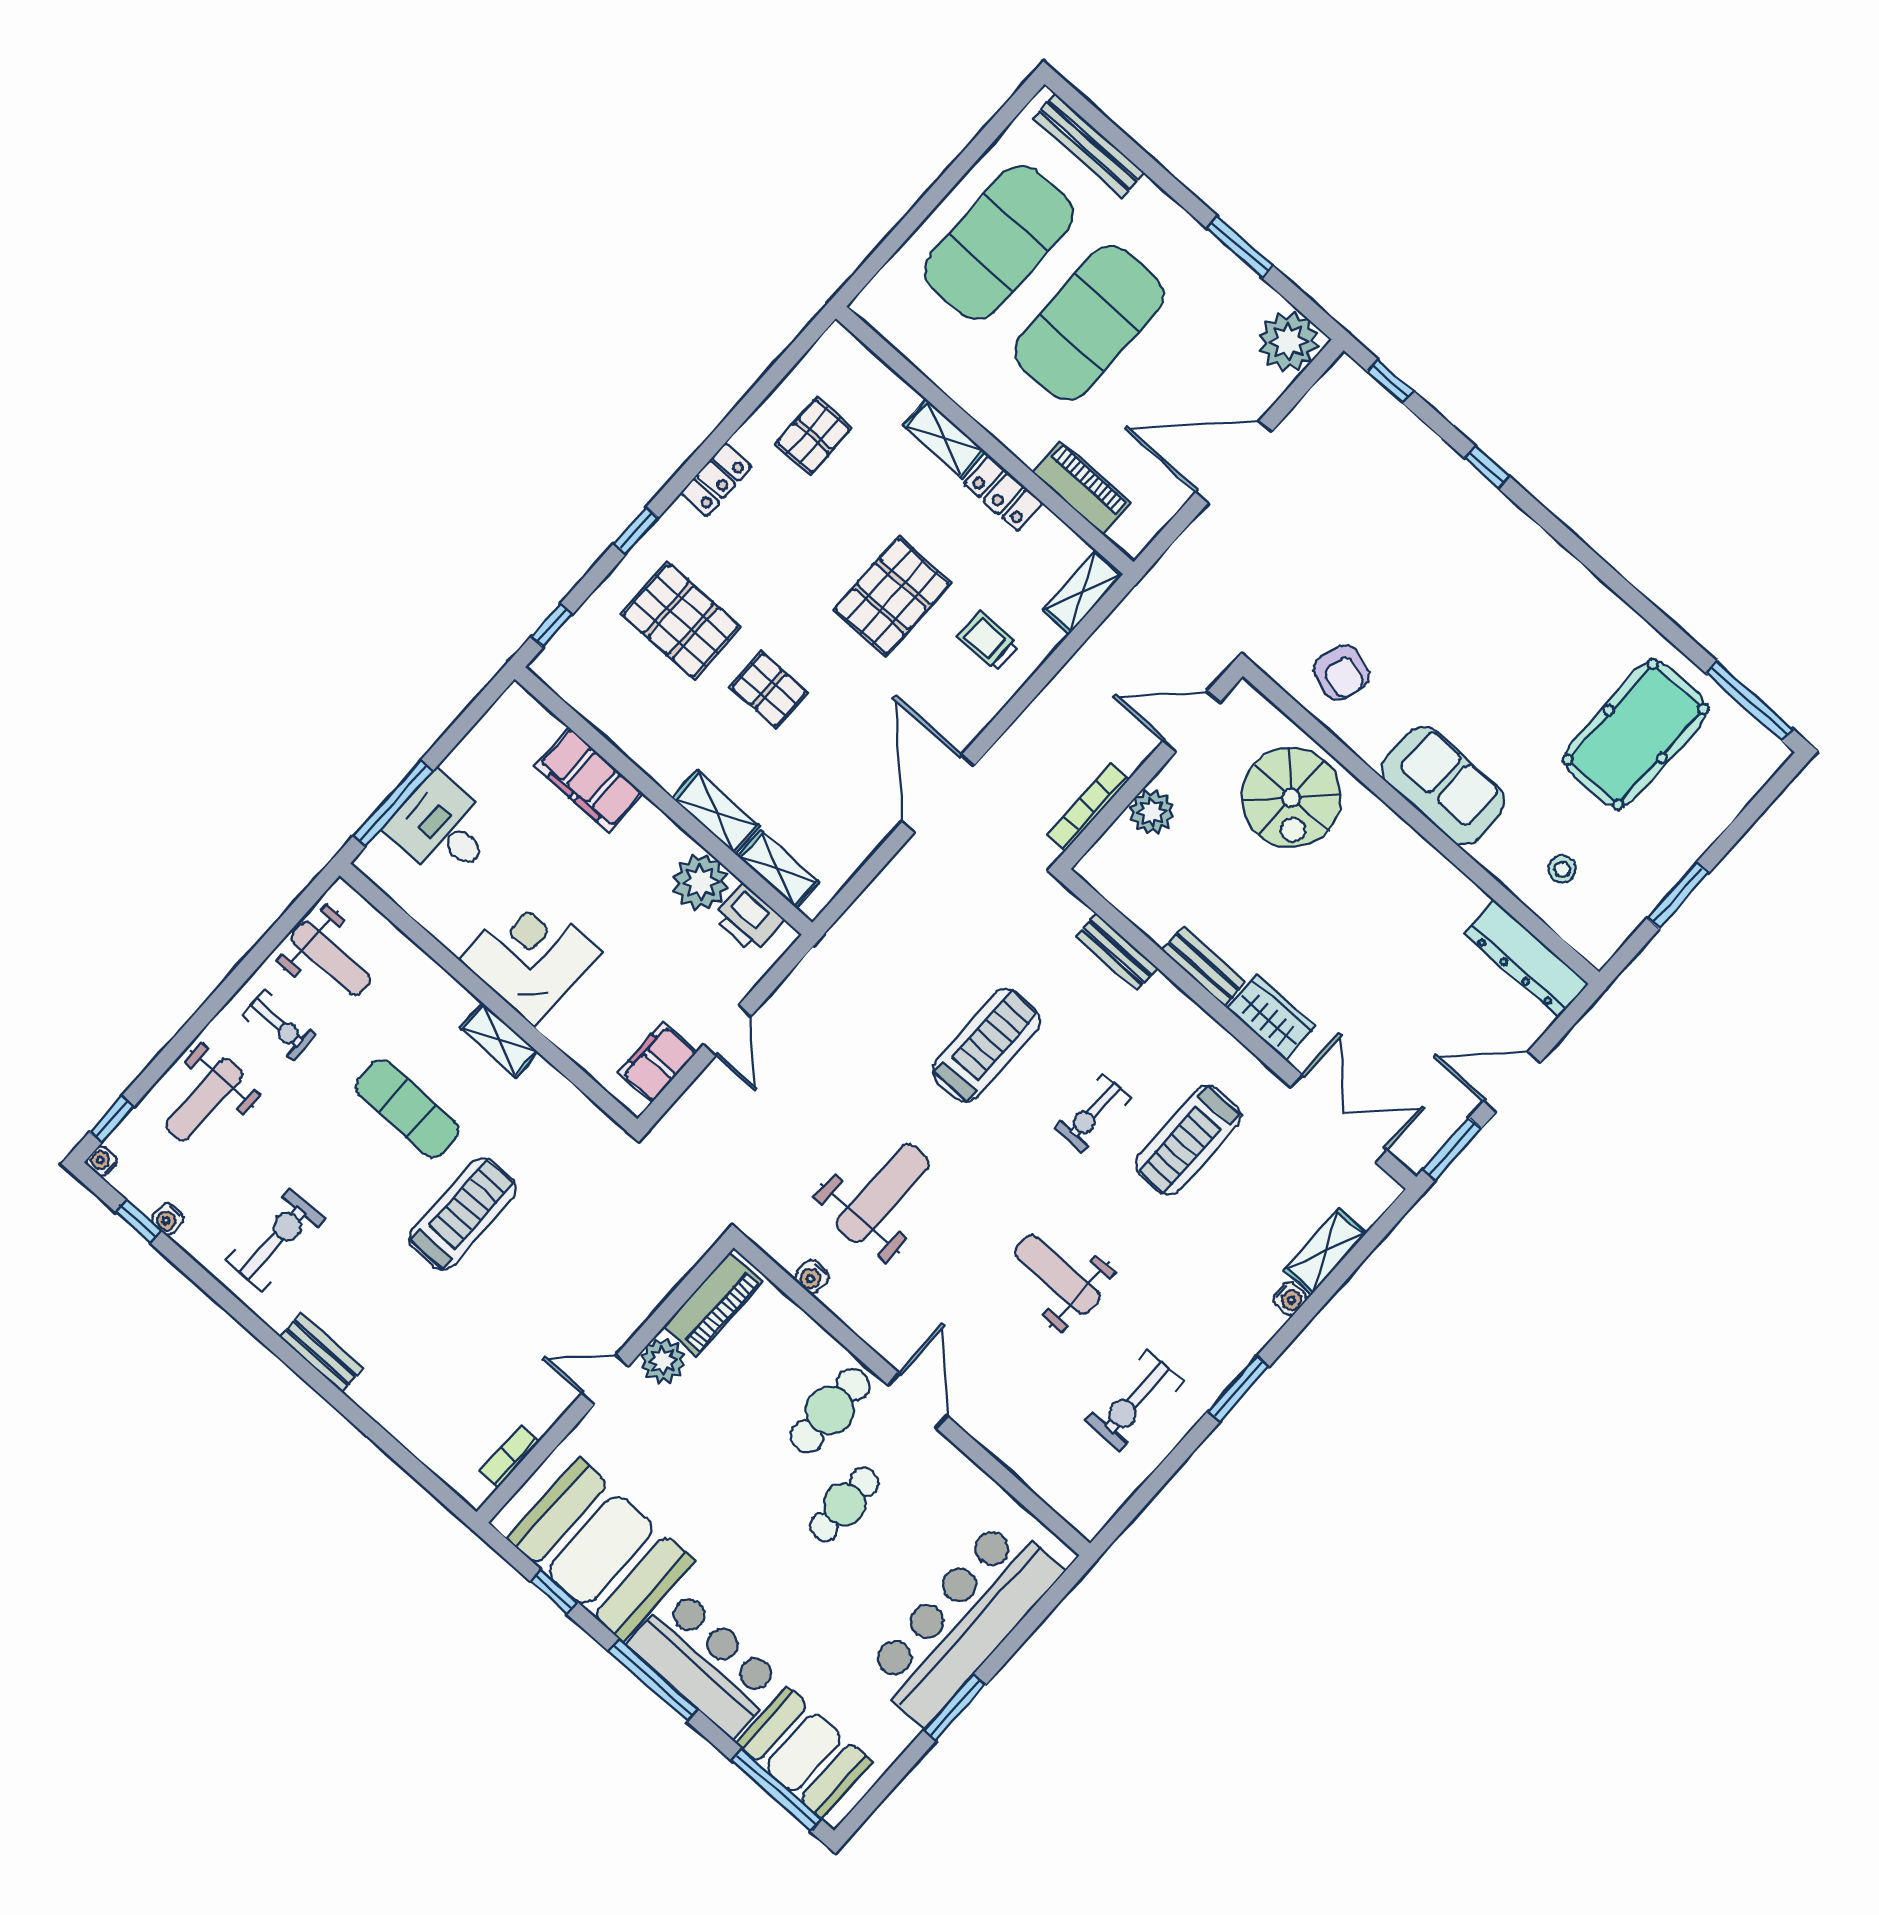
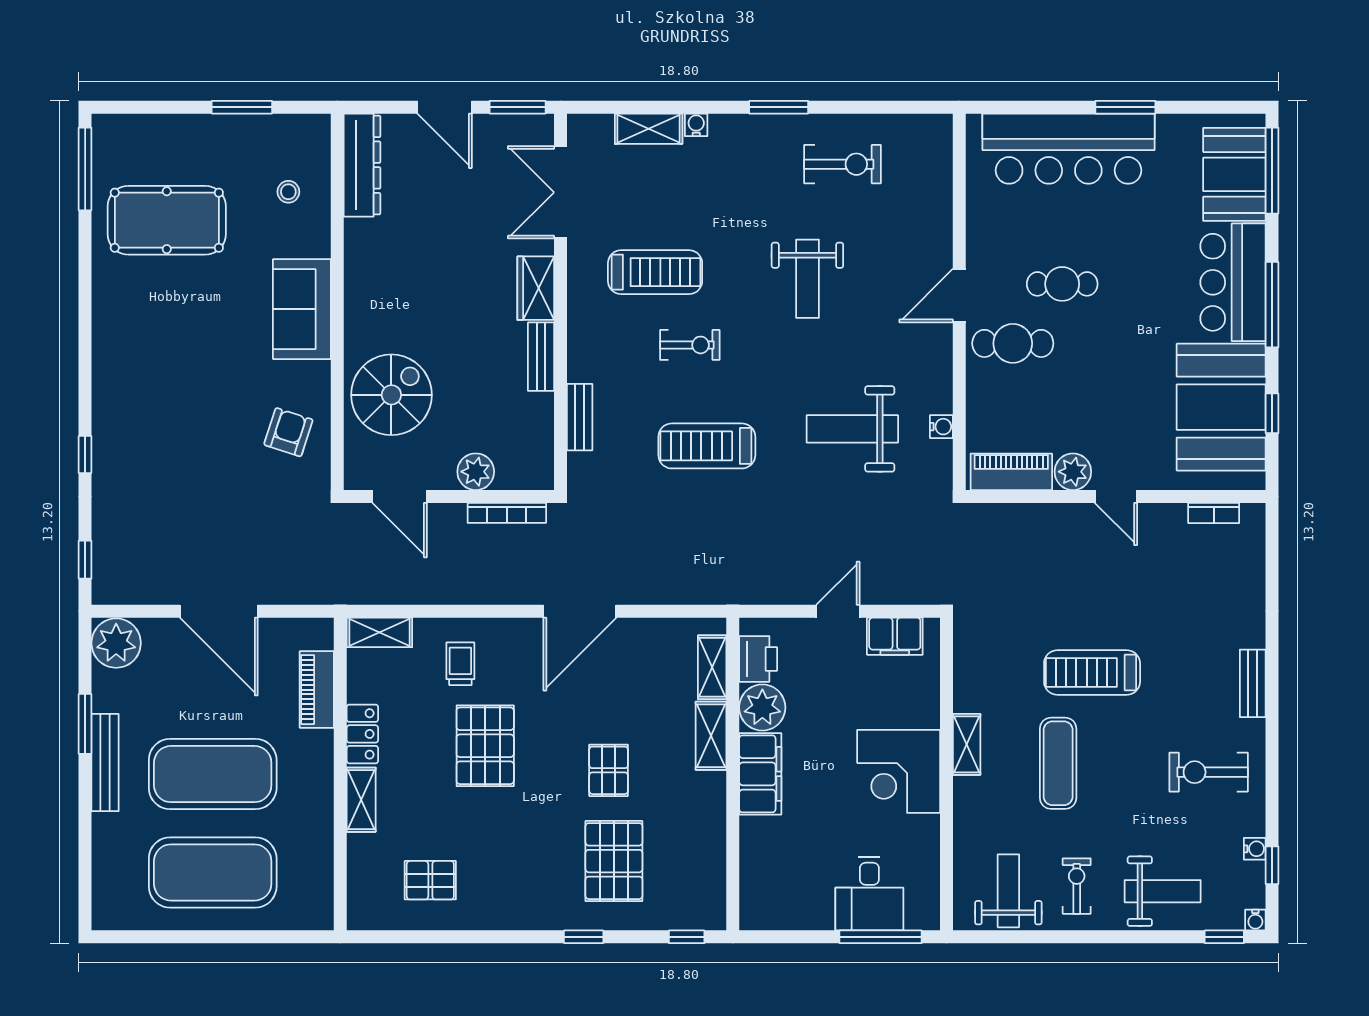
bench: (1089, 145) -> (105, 763), moved
locker: (716, 480) -> (509, 916), removed
pallet: (892, 596) -> (485, 746), turned 90
trolley: (988, 641) -> (460, 664), turned 180
filing cabinet: (589, 780) -> (760, 774), moved

